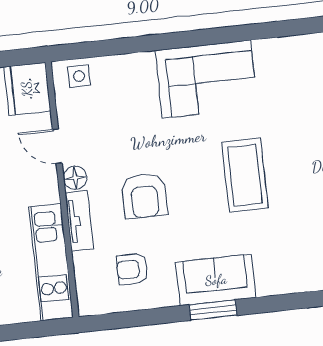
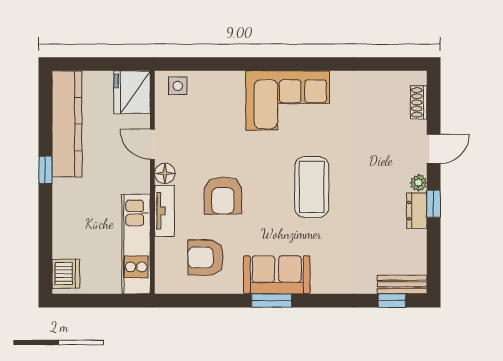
armchair: (132, 269) -> (206, 258), width x1.38, depth x1.38

